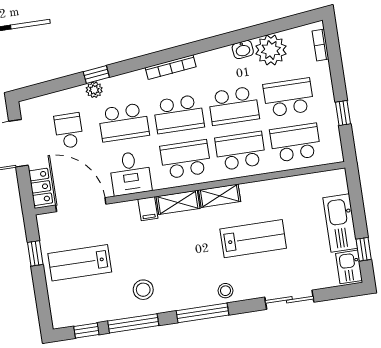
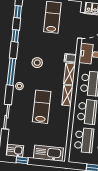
kitchen sink: (340, 223) -> (48, 153), moved
lab bench: (253, 239) -> (42, 107), turned 180
stool: (143, 290) -> (37, 63), moved
window: (133, 323) -> (15, 36), width x0.46

